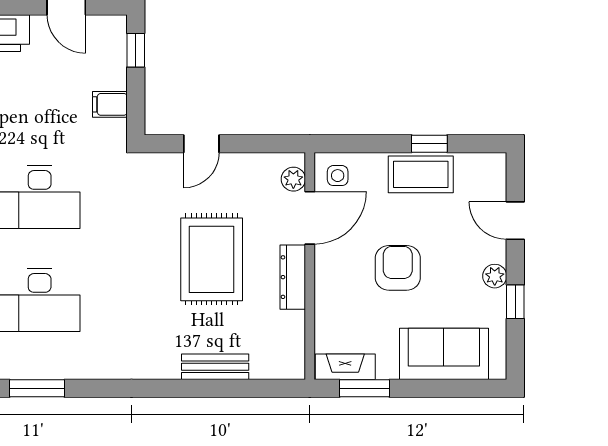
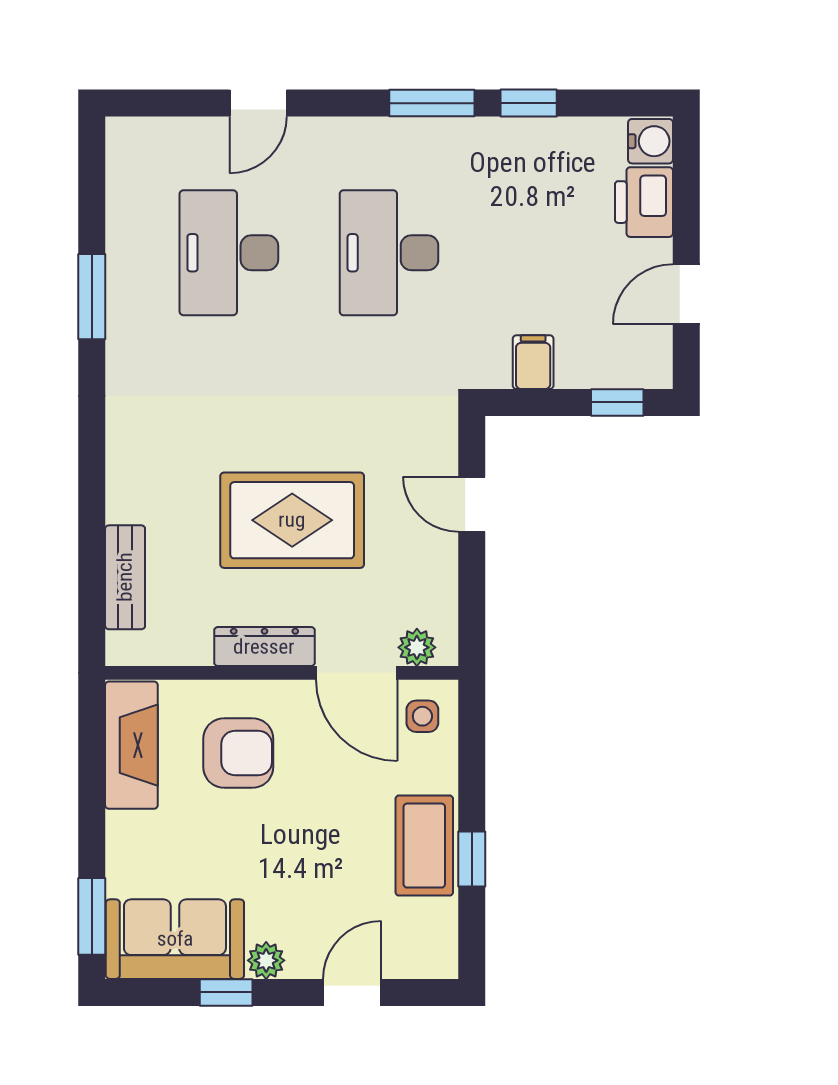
armchair: (398, 268) -> (238, 753), moved
sofa: (444, 354) -> (175, 939), moved, turned -90
bench: (215, 367) -> (125, 577), moved
fireplace: (345, 367) -> (131, 745), width x1.37, depth x1.32
window: (37, 388) -> (92, 297), moved
window: (365, 388) -> (92, 916), moved

